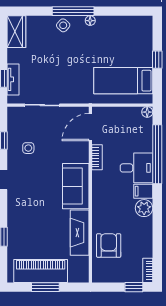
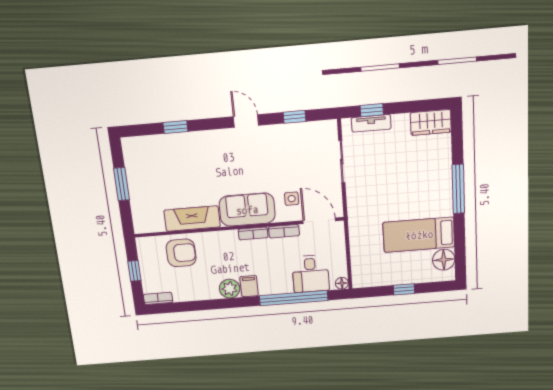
floor lamp: (90, 21) -> (444, 260), moved, width x1.89, depth x1.89
side table: (63, 25) -> (441, 179), removed
bed: (123, 81) -> (419, 235), moved, turned -90
side table: (28, 148) -> (292, 199), moved
desk: (136, 168) -> (311, 274), moved
bookcase: (97, 183) -> (253, 233), added
piano: (41, 271) -> (140, 177), removed
window: (134, 287) -> (134, 271), moved

